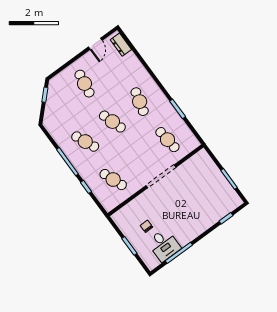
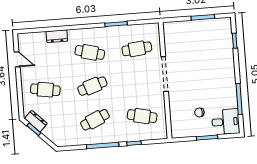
dresser: (121, 45) -> (57, 36), moved
dresser: (53, 92) -> (36, 121), added
cafe table: (113, 180) -> (142, 116), turned 33
desk: (164, 245) -> (226, 122), moved

